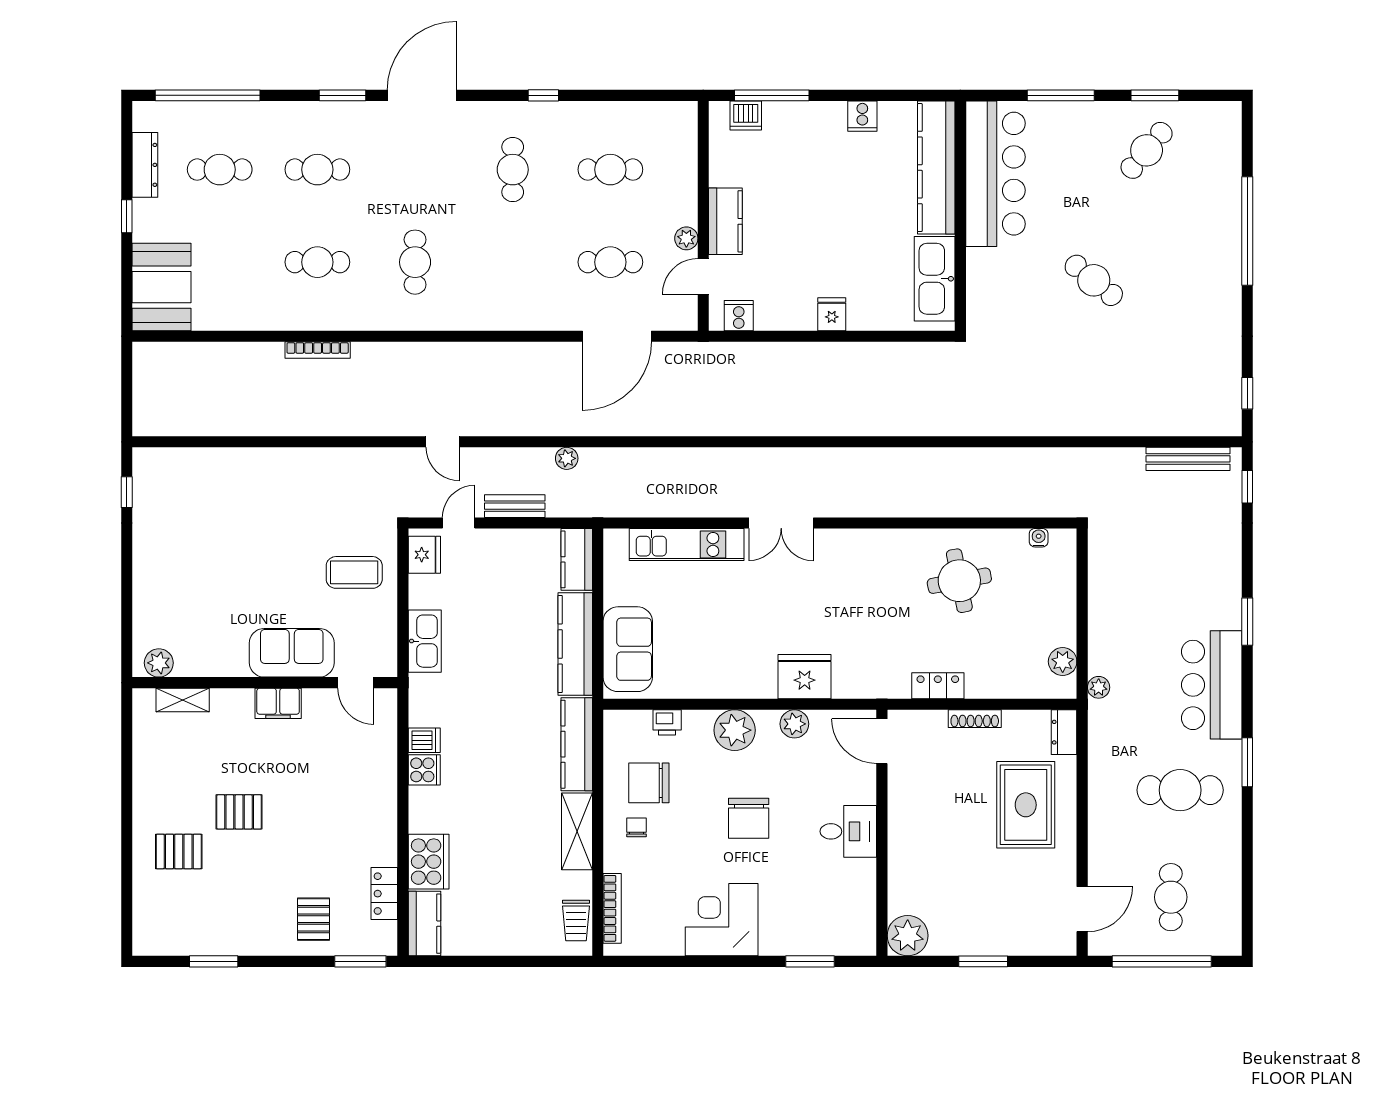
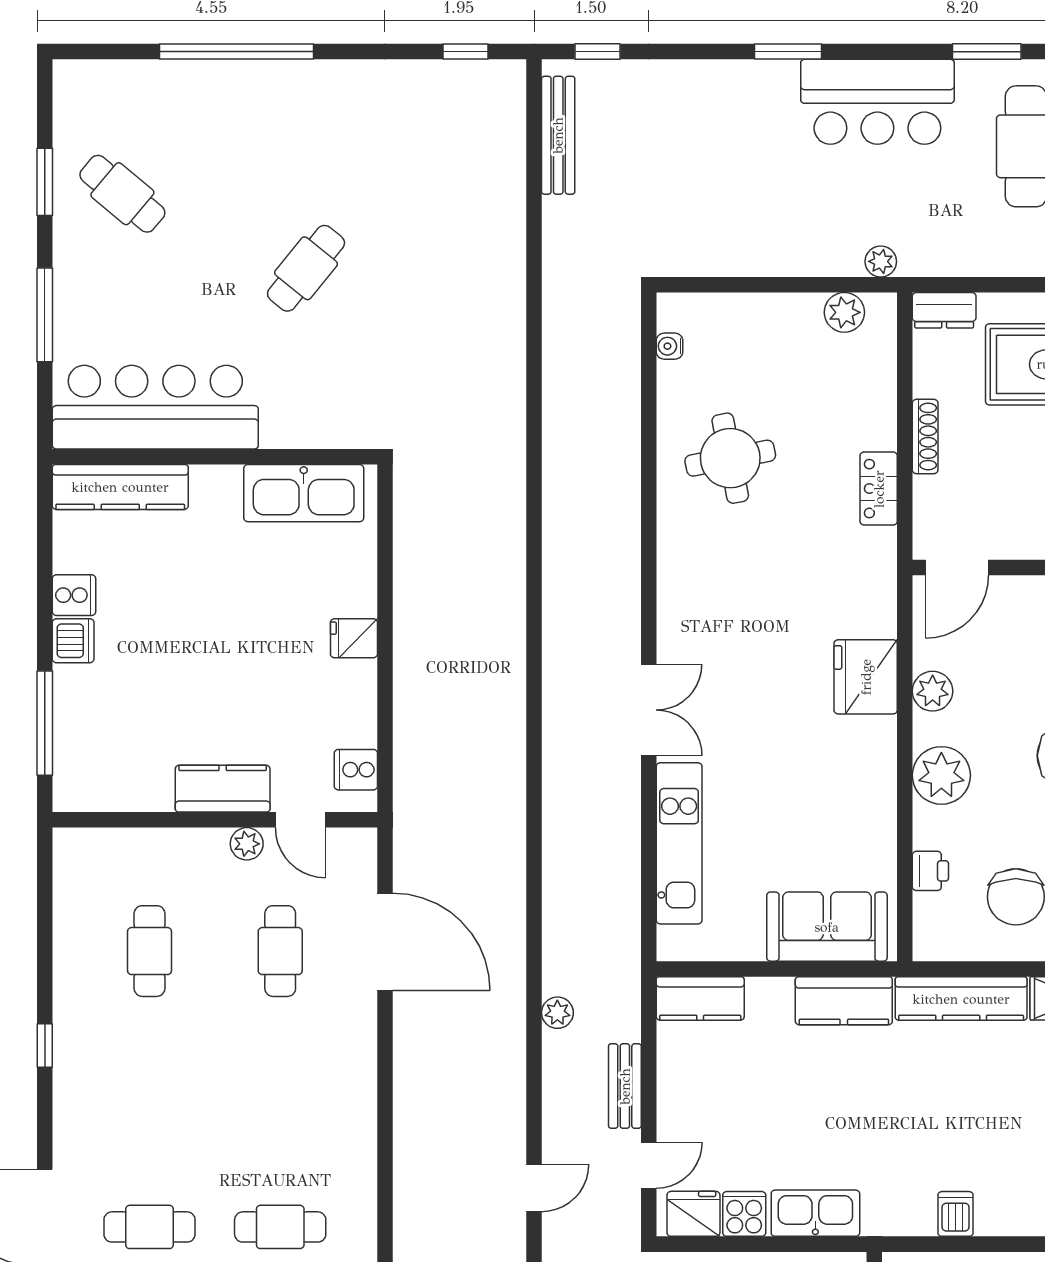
dishwasher: (746, 115) -> (73, 641), moved
kitchen counter: (936, 168) -> (120, 487), width x0.72, depth x0.86
cafe table: (513, 170) -> (150, 1227), moved
door: (459, 523) -> (649, 1165), swing flipped
kitchen counter: (575, 644) -> (844, 1001), width x0.67
cooker: (424, 770) -> (744, 1214), moved

